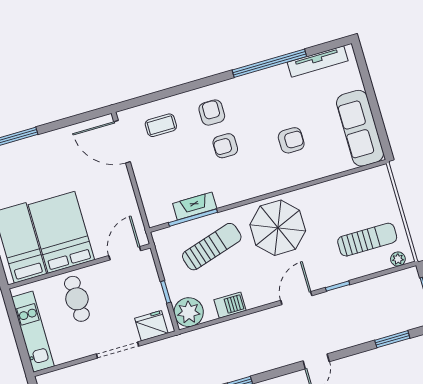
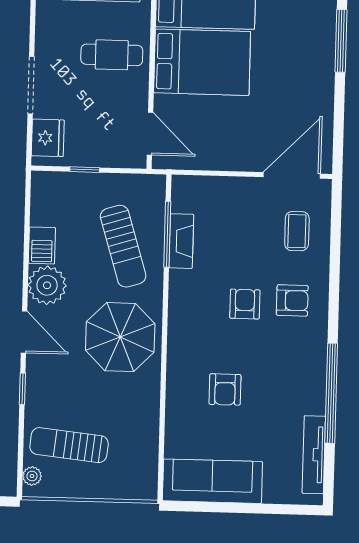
sun lounger: (367, 240) -> (69, 445), turned 96
plant: (189, 312) -> (47, 285), moved

